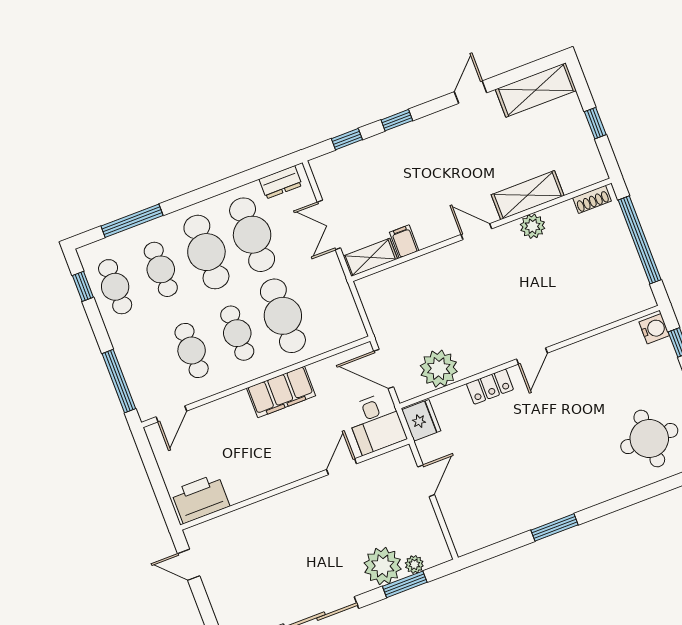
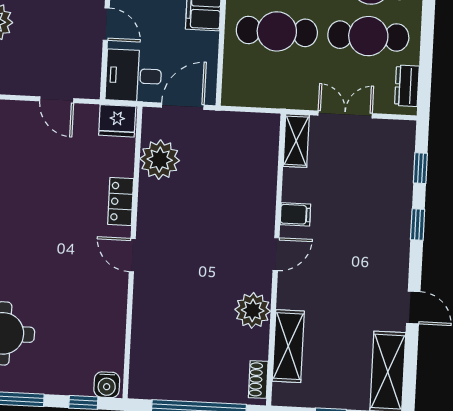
shelving: (528, 195) -> (288, 346), moved
plant: (533, 226) -> (253, 310), width x1.36, depth x1.36
filing cabinet: (404, 242) -> (295, 214), moved

